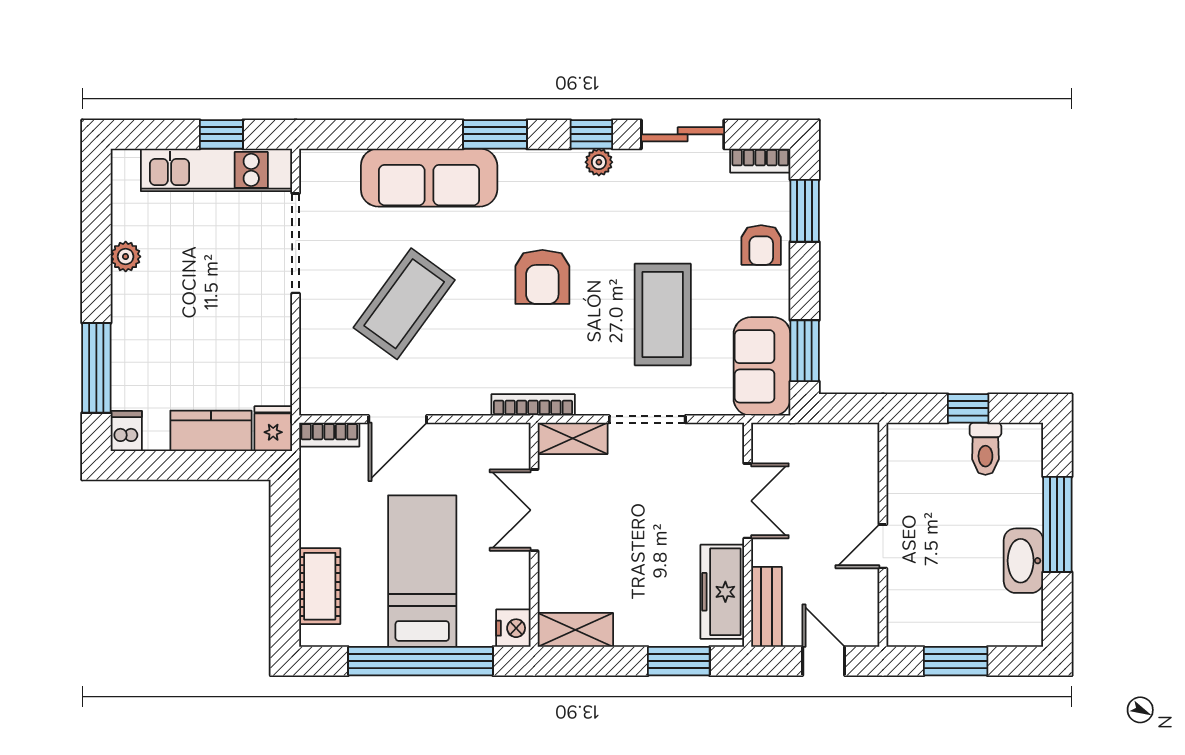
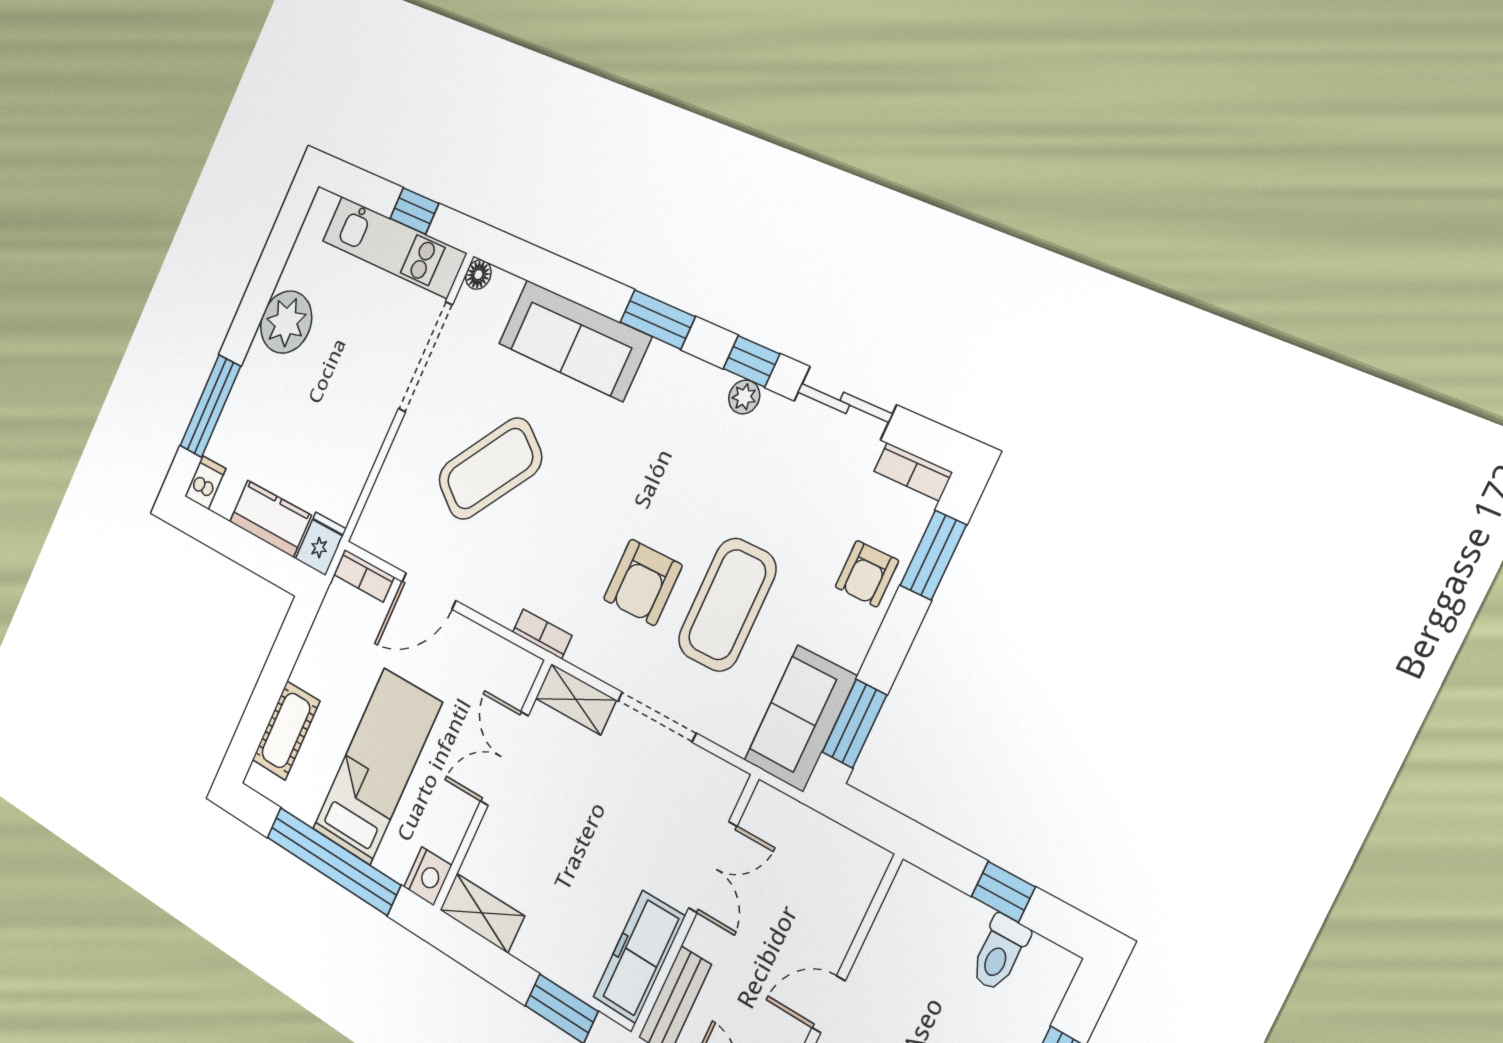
floor lamp: (312, 161) -> (478, 275), added
plant: (126, 257) -> (286, 322), width x1.87, depth x1.87
armchair: (542, 277) -> (643, 582), moved
bookcase: (533, 405) -> (542, 634), width x0.64

